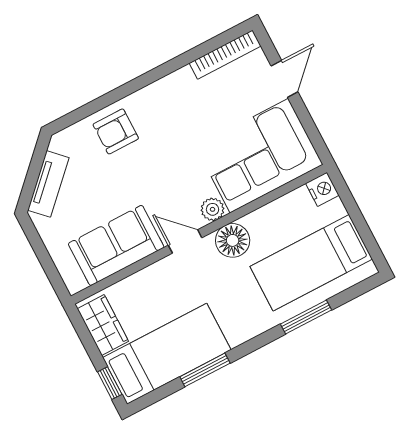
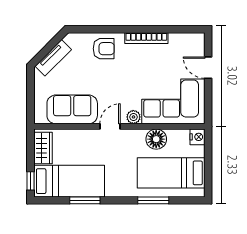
bookcase: (225, 55) -> (146, 38), moved
door: (285, 79) -> (208, 68), swing flipped
armchair: (116, 131) -> (104, 49), turned 180
floor lamp: (233, 240) -> (156, 139), moved
door: (185, 241) -> (110, 126), hinge flipped

